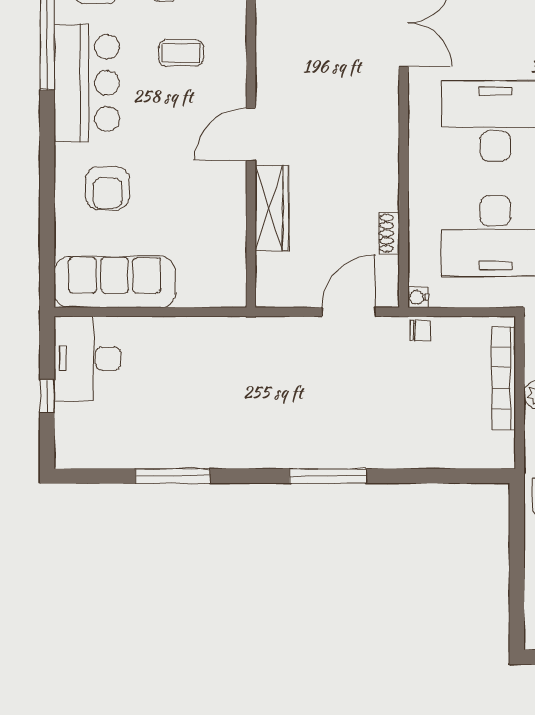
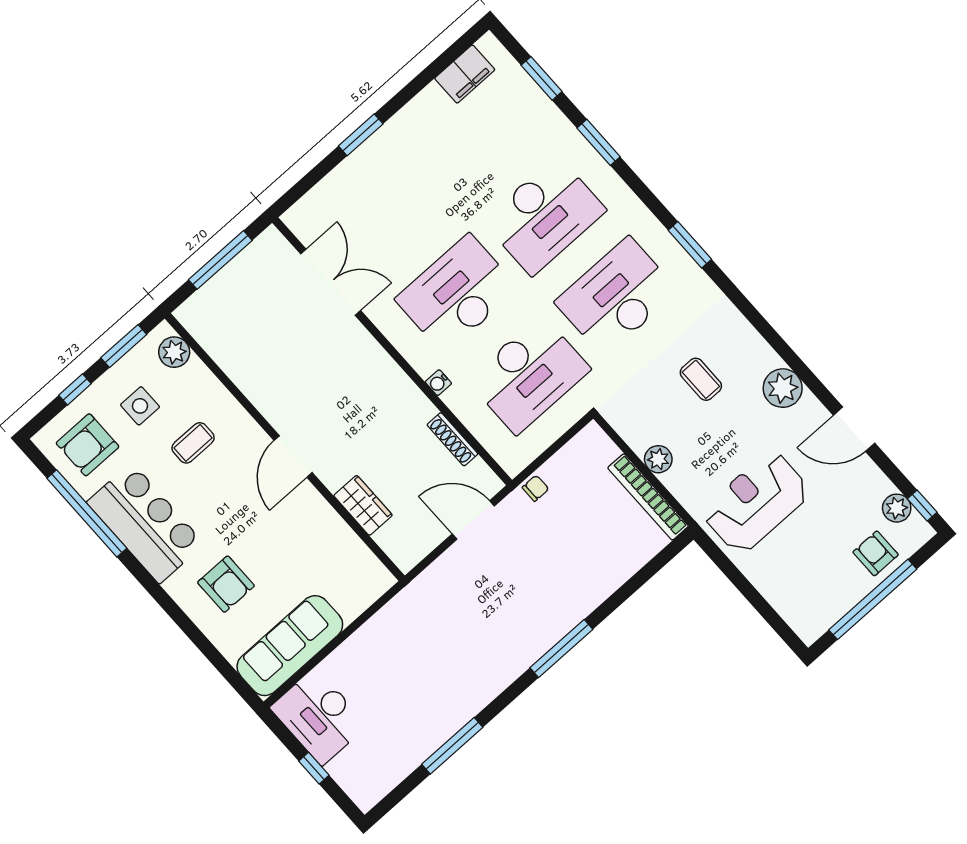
wardrobe: (272, 208) -> (363, 505), width x0.67
shoe rack: (389, 233) -> (452, 439), width x1.43
water cooler: (418, 297) -> (438, 383), moved
door: (349, 312) -> (473, 520), hinge flipped
bookcase: (504, 378) -> (648, 497), moved

